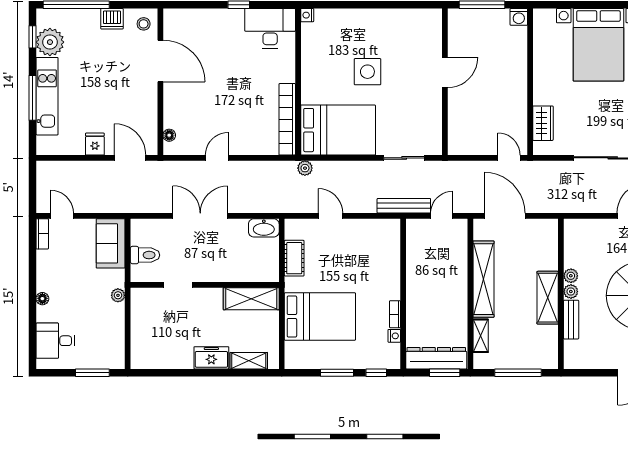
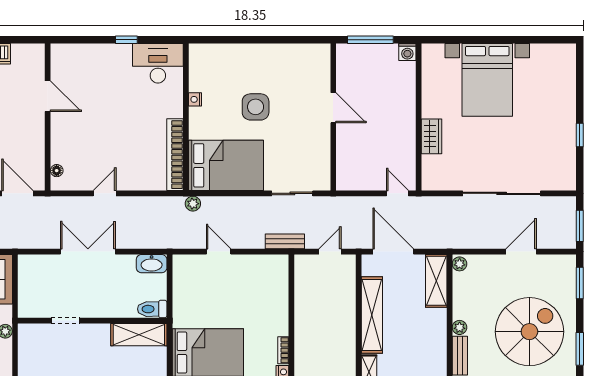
nightstand: (307, 15) -> (195, 99), moved
stool: (144, 24) -> (31, 59), removed
door: (160, 61) -> (48, 96), width x0.73
door: (445, 73) -> (333, 108), hinge flipped
wardrobe: (543, 123) -> (432, 136), moved
bench: (404, 206) -> (285, 241), width x0.73
toilet: (145, 255) -> (152, 309), moved, turned 180
cot: (294, 258) -> (182, 294), removed
plant: (571, 276) -> (460, 264), moved
shelving: (548, 298) -> (436, 281), moved

